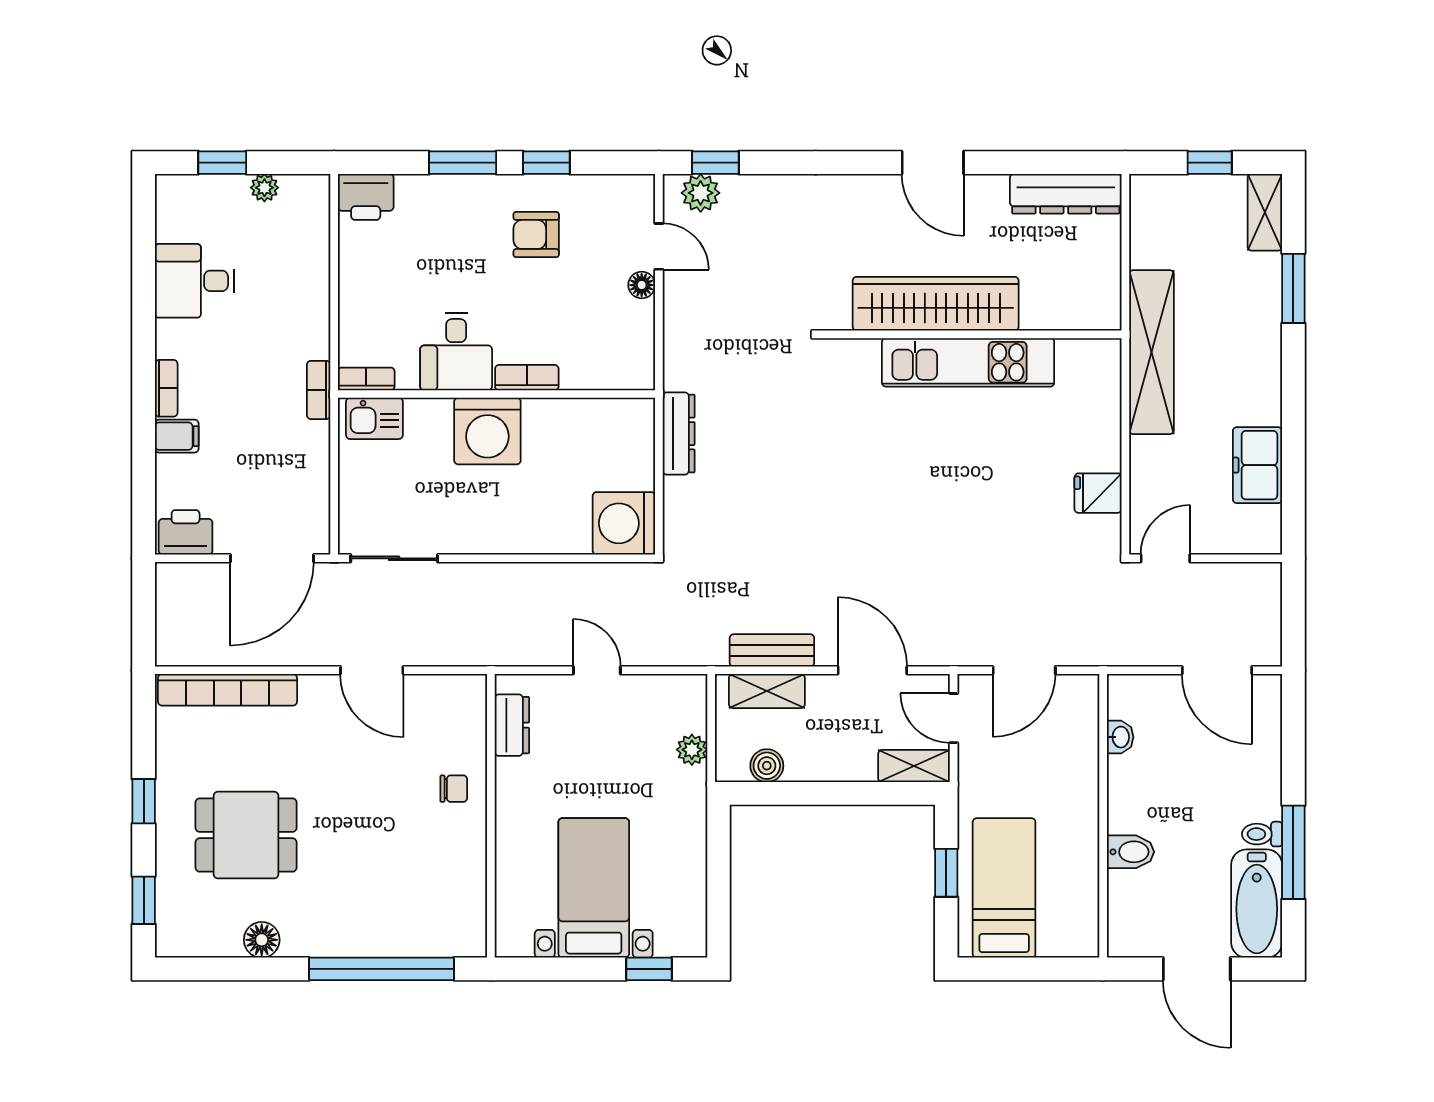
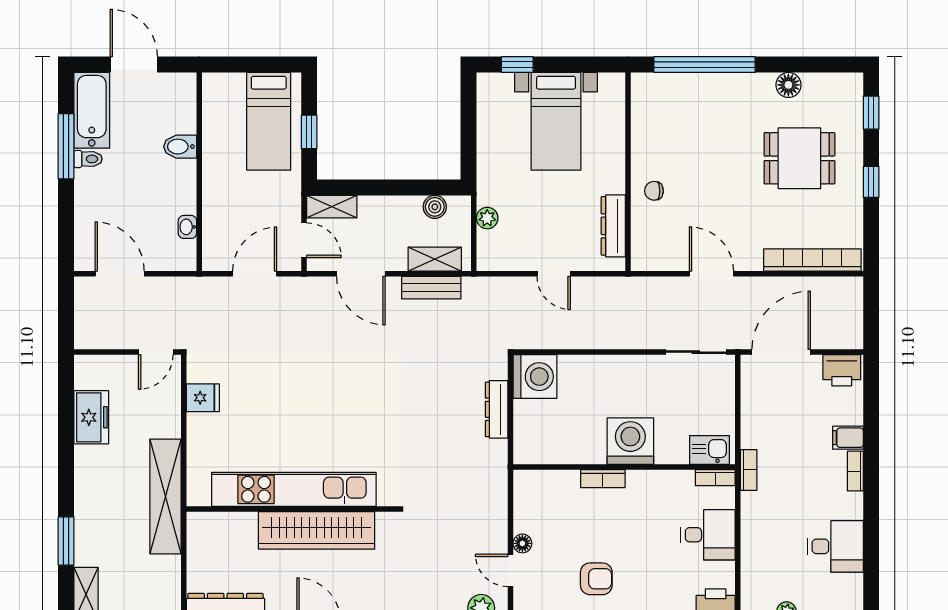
desk: (456, 352) -> (708, 535), moved, turned 90
kitchen unit: (968, 362) -> (294, 489), width x1.36
dresser: (679, 434) -> (497, 409), moved
dresser: (512, 725) -> (613, 226), width x1.44

